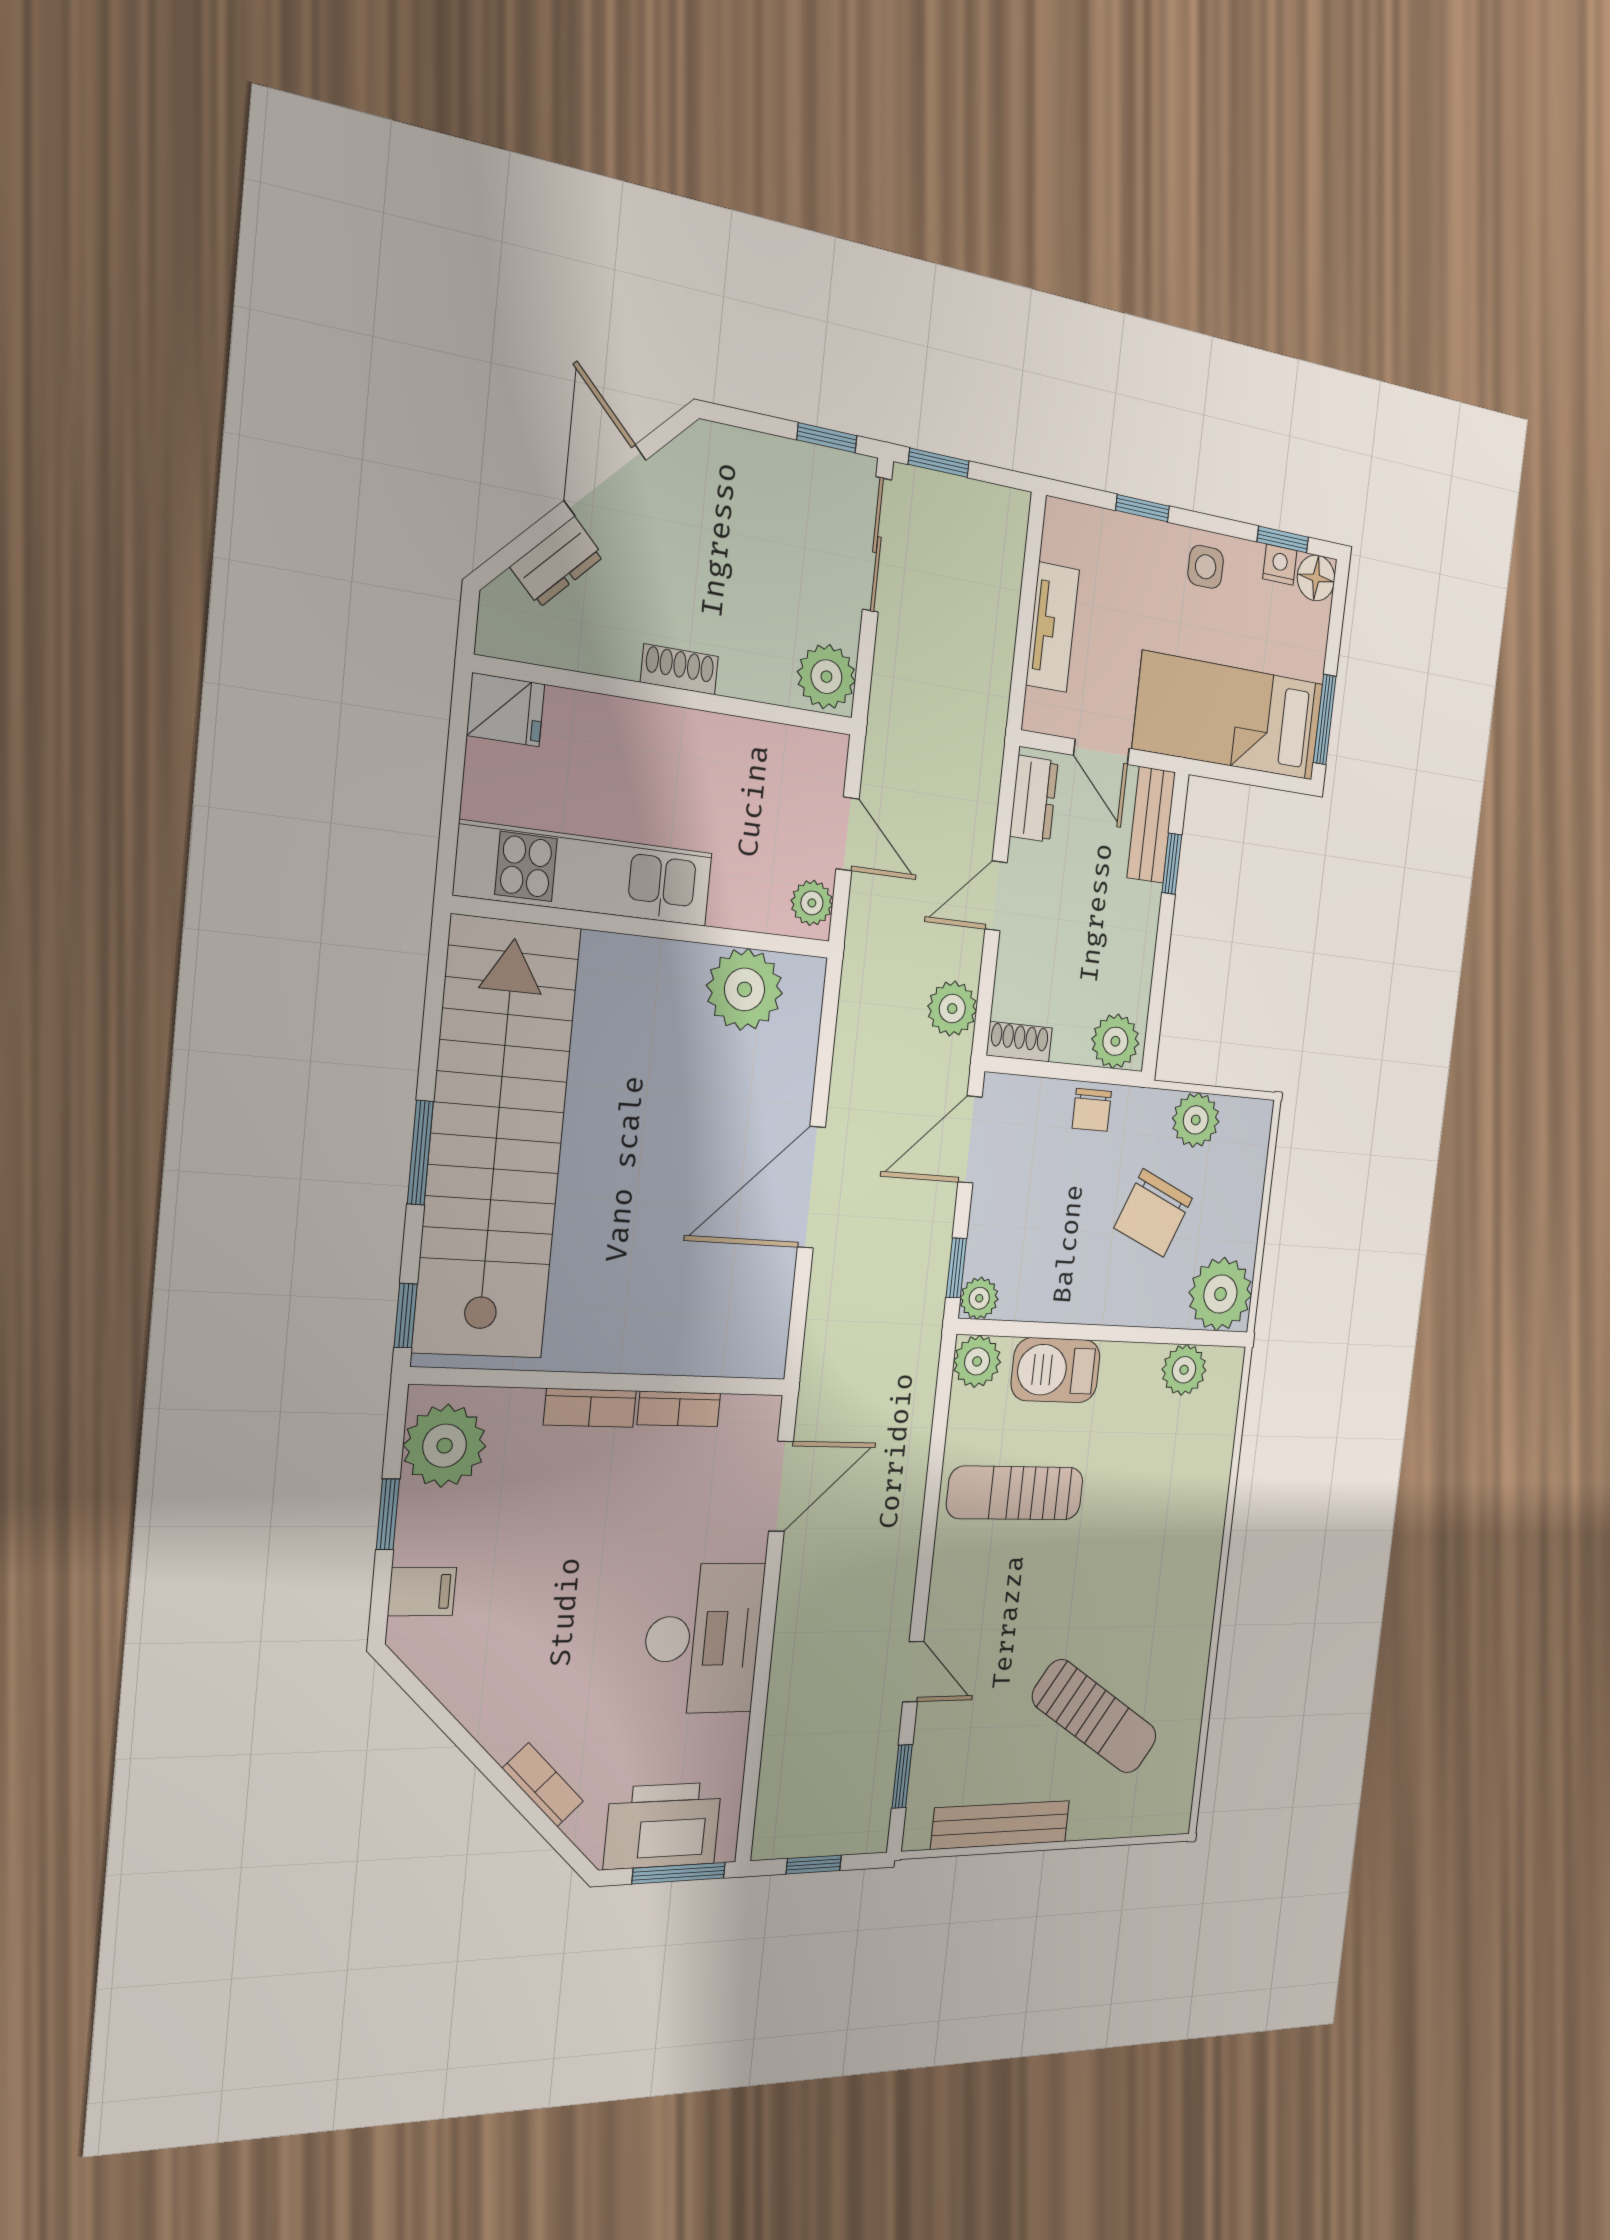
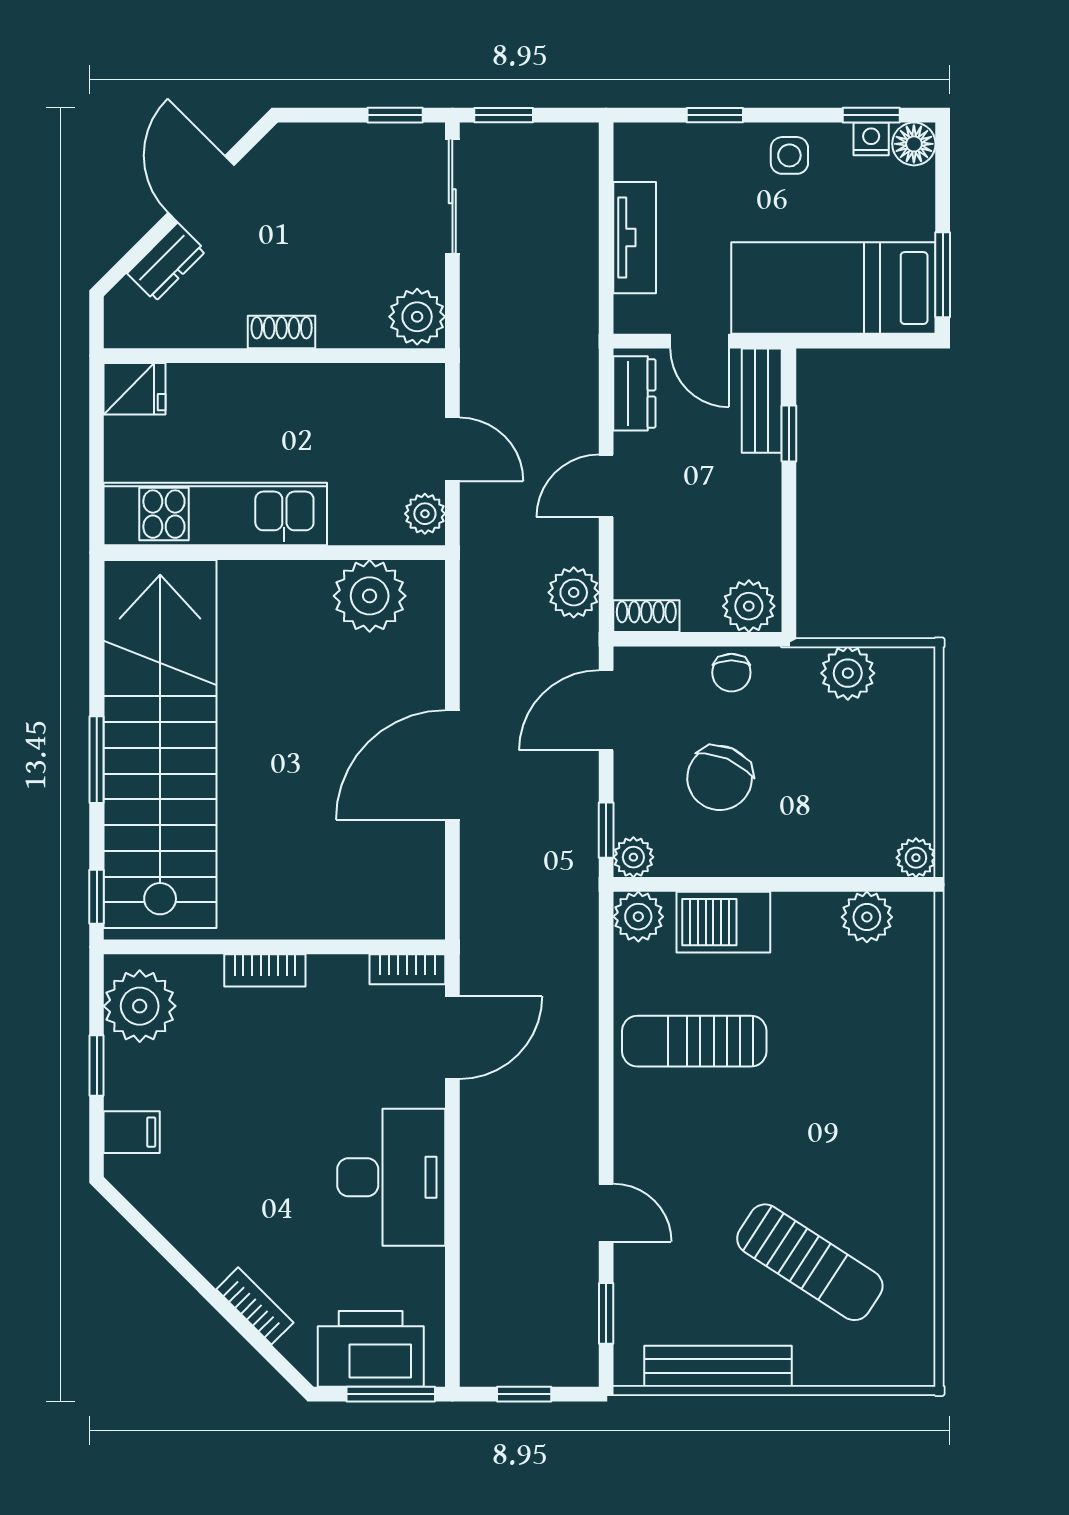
chair: (1153, 1213) -> (720, 778), moved
plant: (1220, 1294) -> (916, 858), width x0.53, depth x0.53
bookcase: (679, 1409) -> (407, 969), moved

